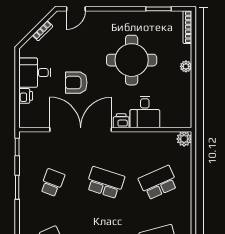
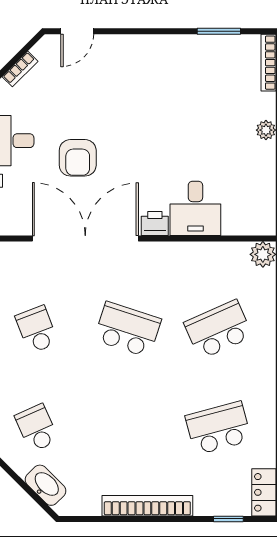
round table: (132, 60) -> (173, 119), removed
armchair: (76, 83) -> (78, 158), turned -90
school desk: (52, 183) -> (37, 329), turned -42

